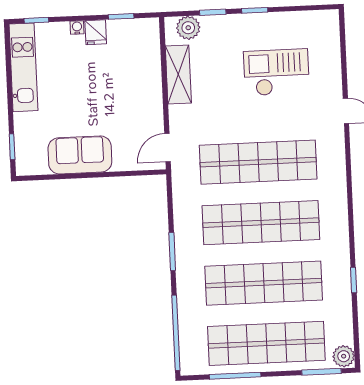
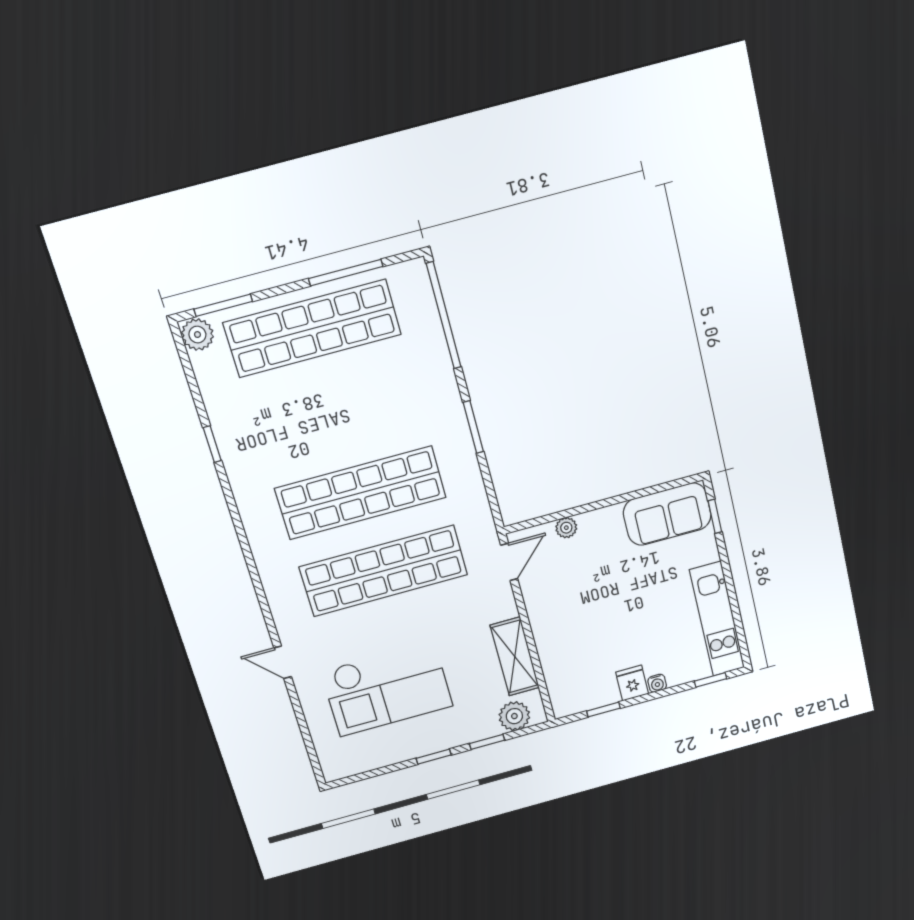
checkout: (276, 72) -> (387, 689), width x1.36, depth x1.21
sofa: (80, 155) -> (667, 514), moved
plant: (121, 163) -> (566, 528), added
shop shelf: (264, 283) -> (337, 412), removed

